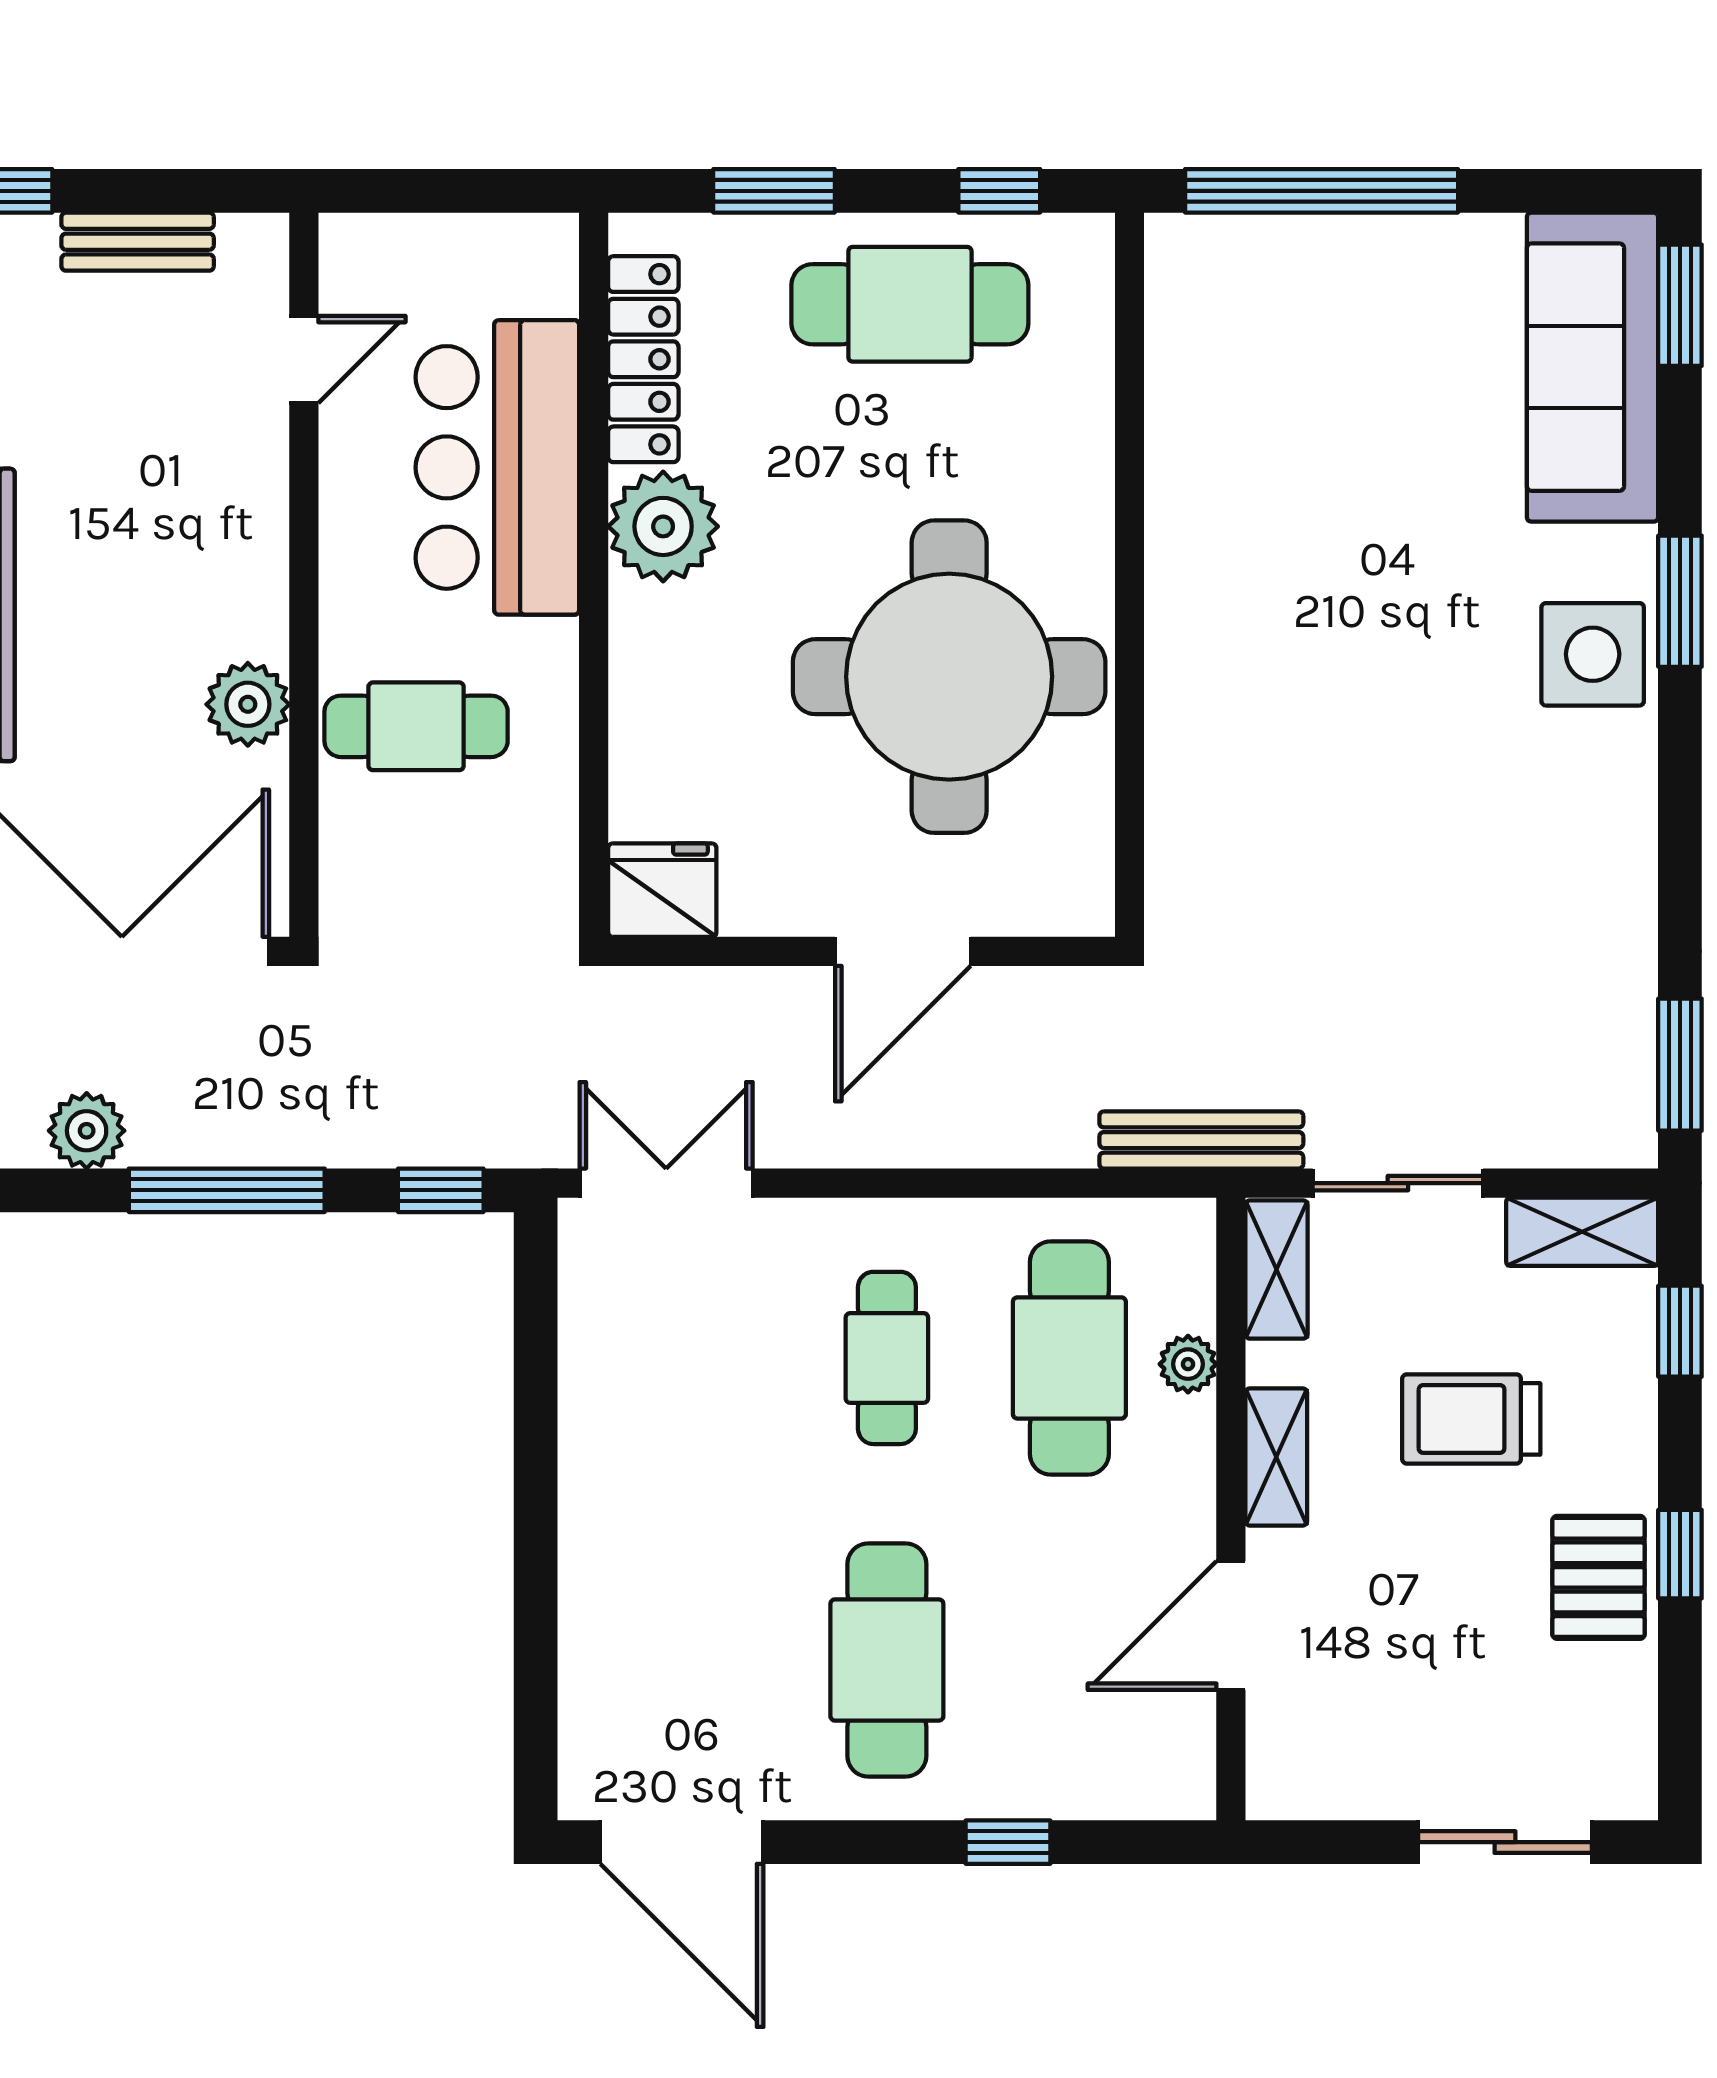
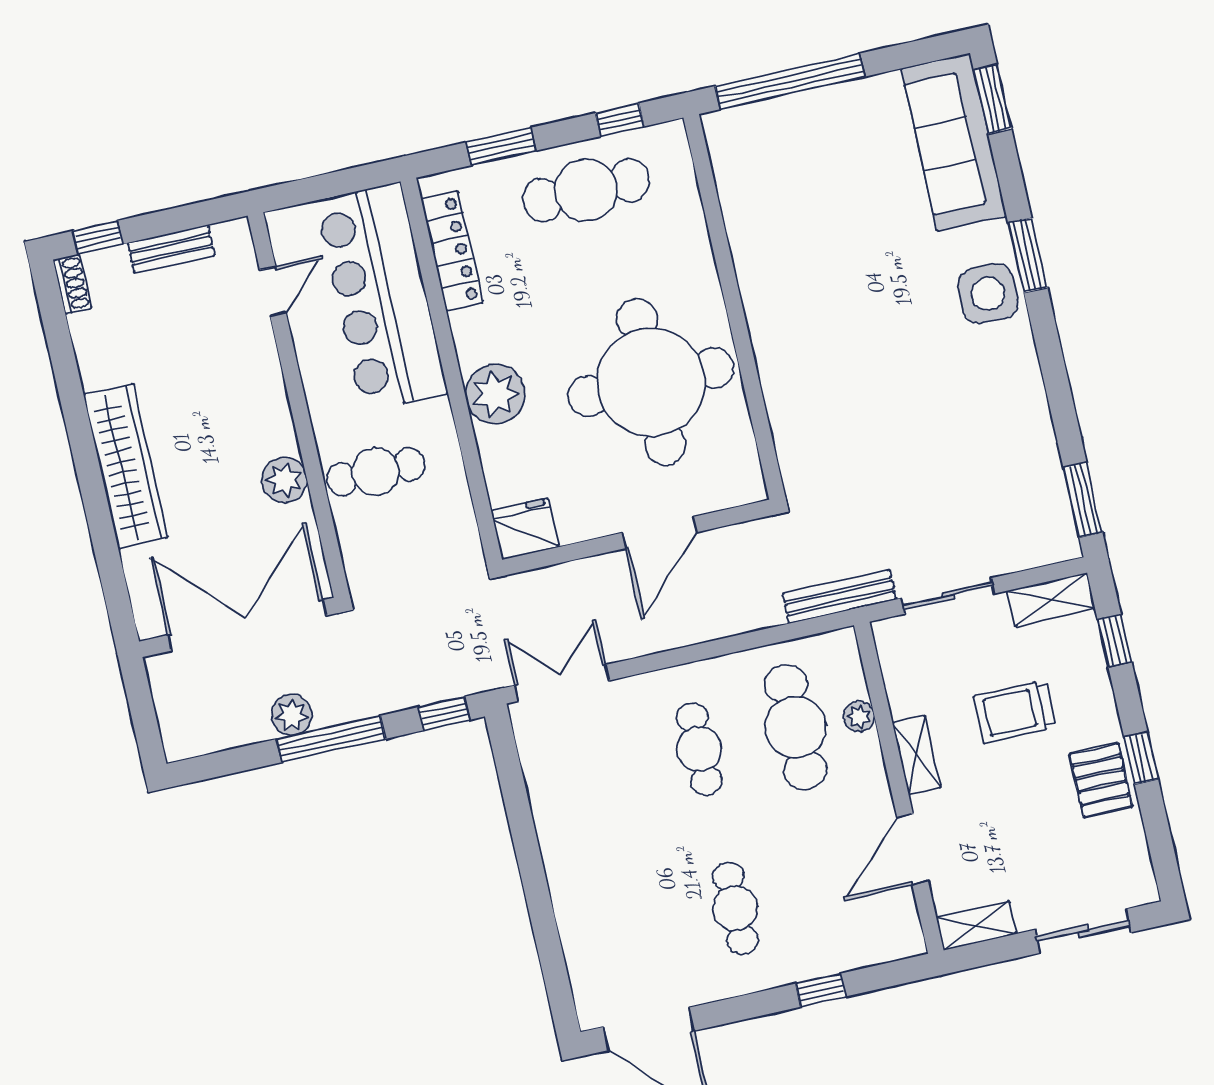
bar counter: (497, 467) -> (381, 297), width x1.36
plant: (663, 526) -> (495, 394), moved
plant: (87, 1131) -> (292, 715), moved
shelving: (1277, 1270) -> (976, 926), moved, turned 90
cafe table: (887, 1660) -> (735, 908), width x0.73, depth x0.74

